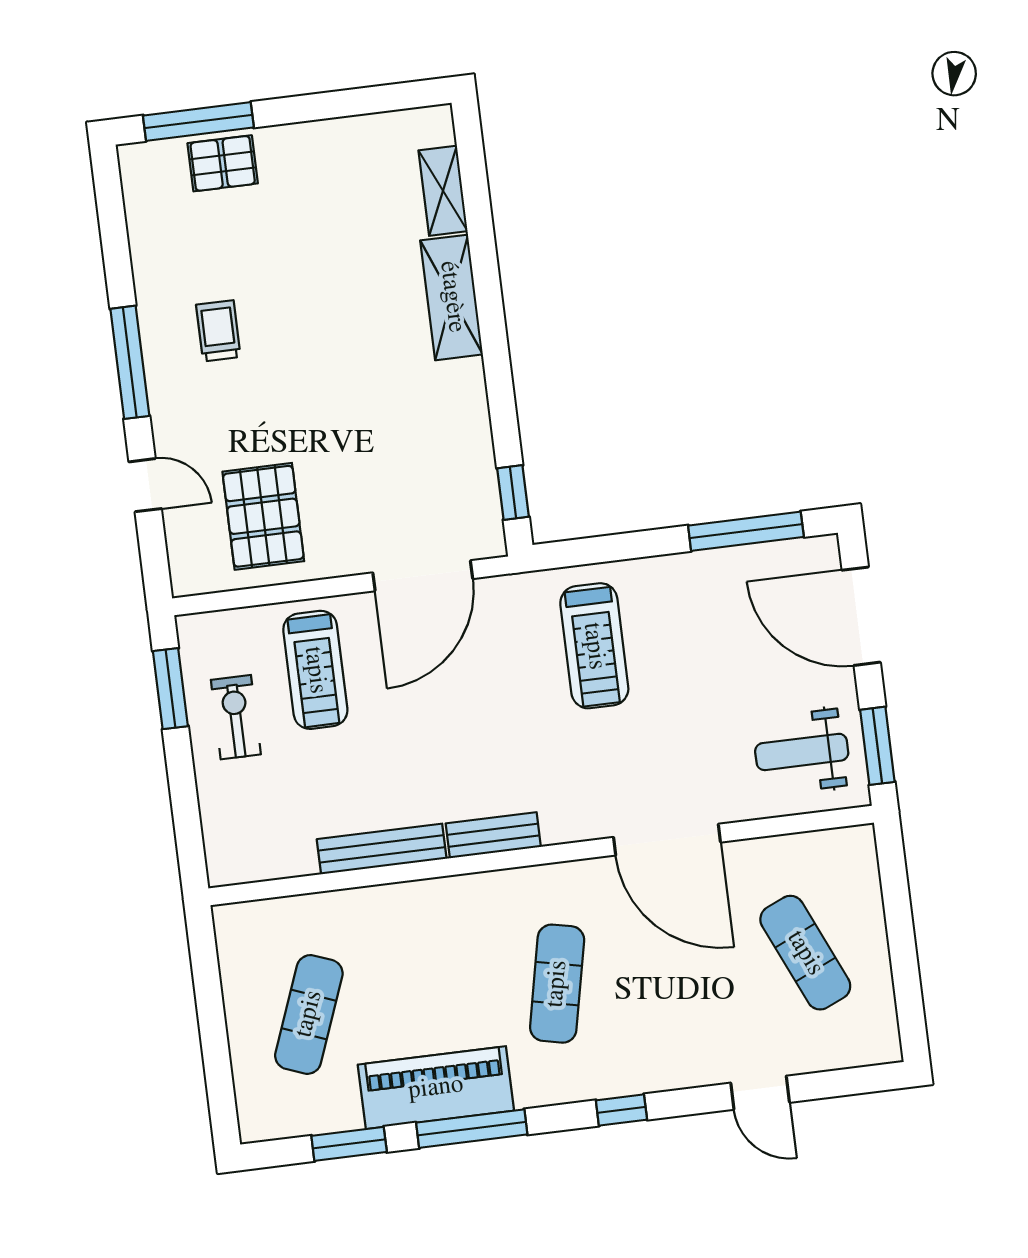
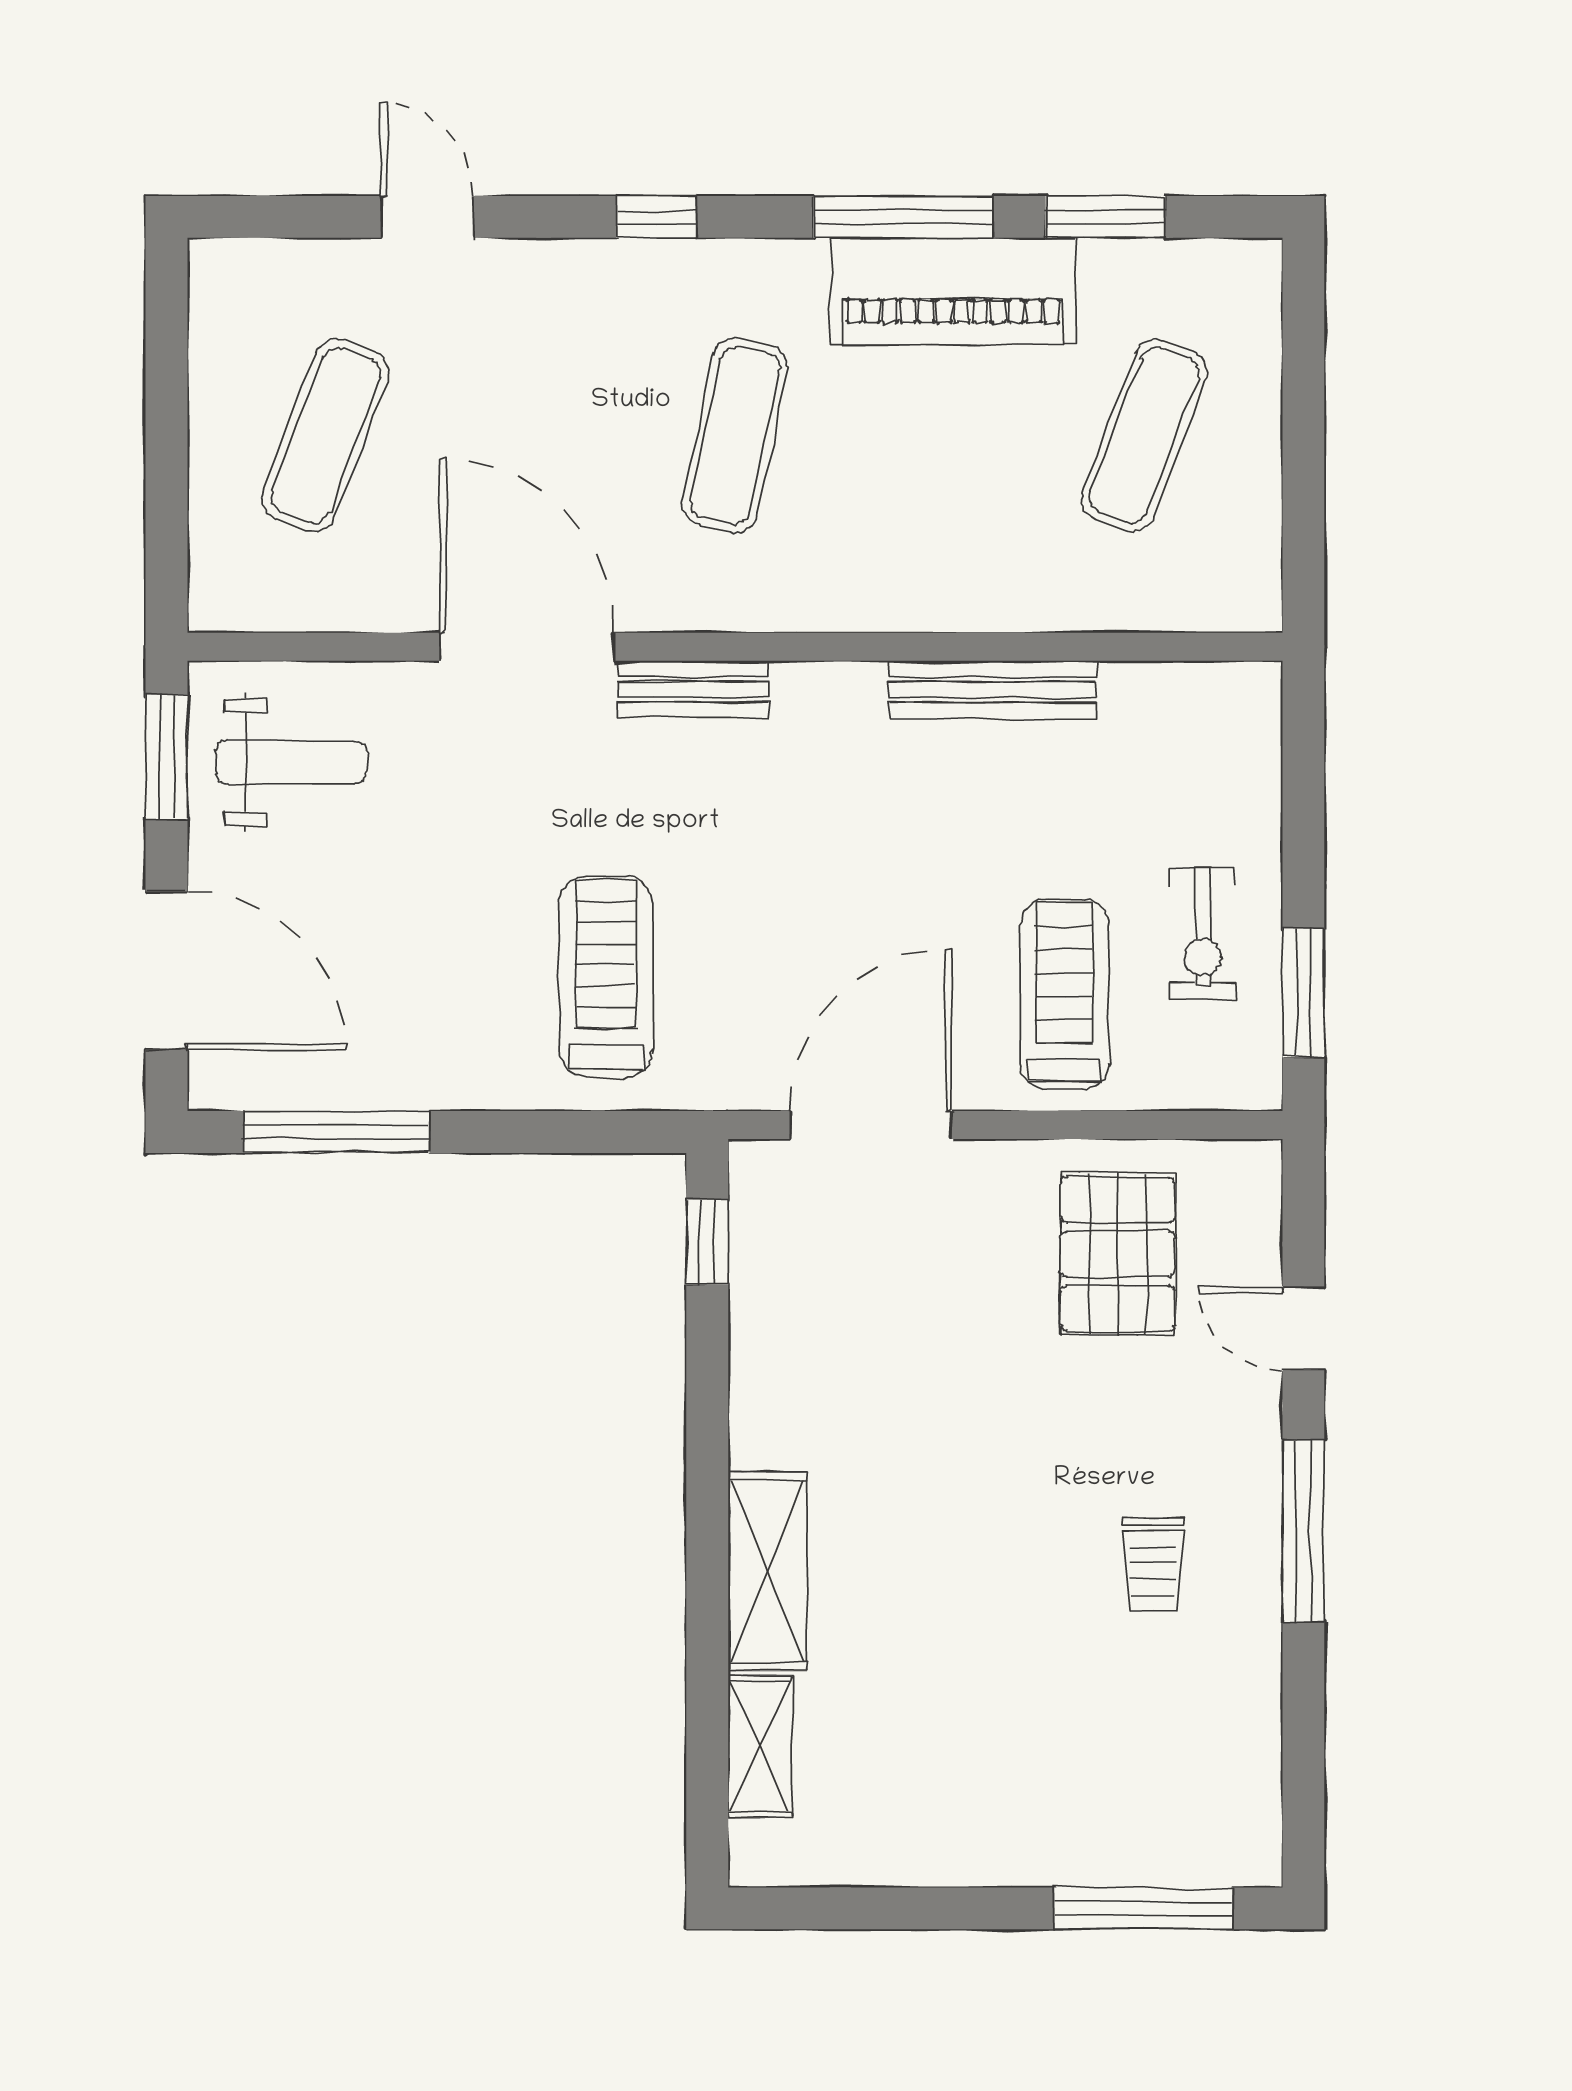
pallet: (223, 163) -> (1112, 1836), removed
bench: (493, 835) -> (693, 689), moved
exercise mat: (805, 953) -> (325, 435), turned 45

